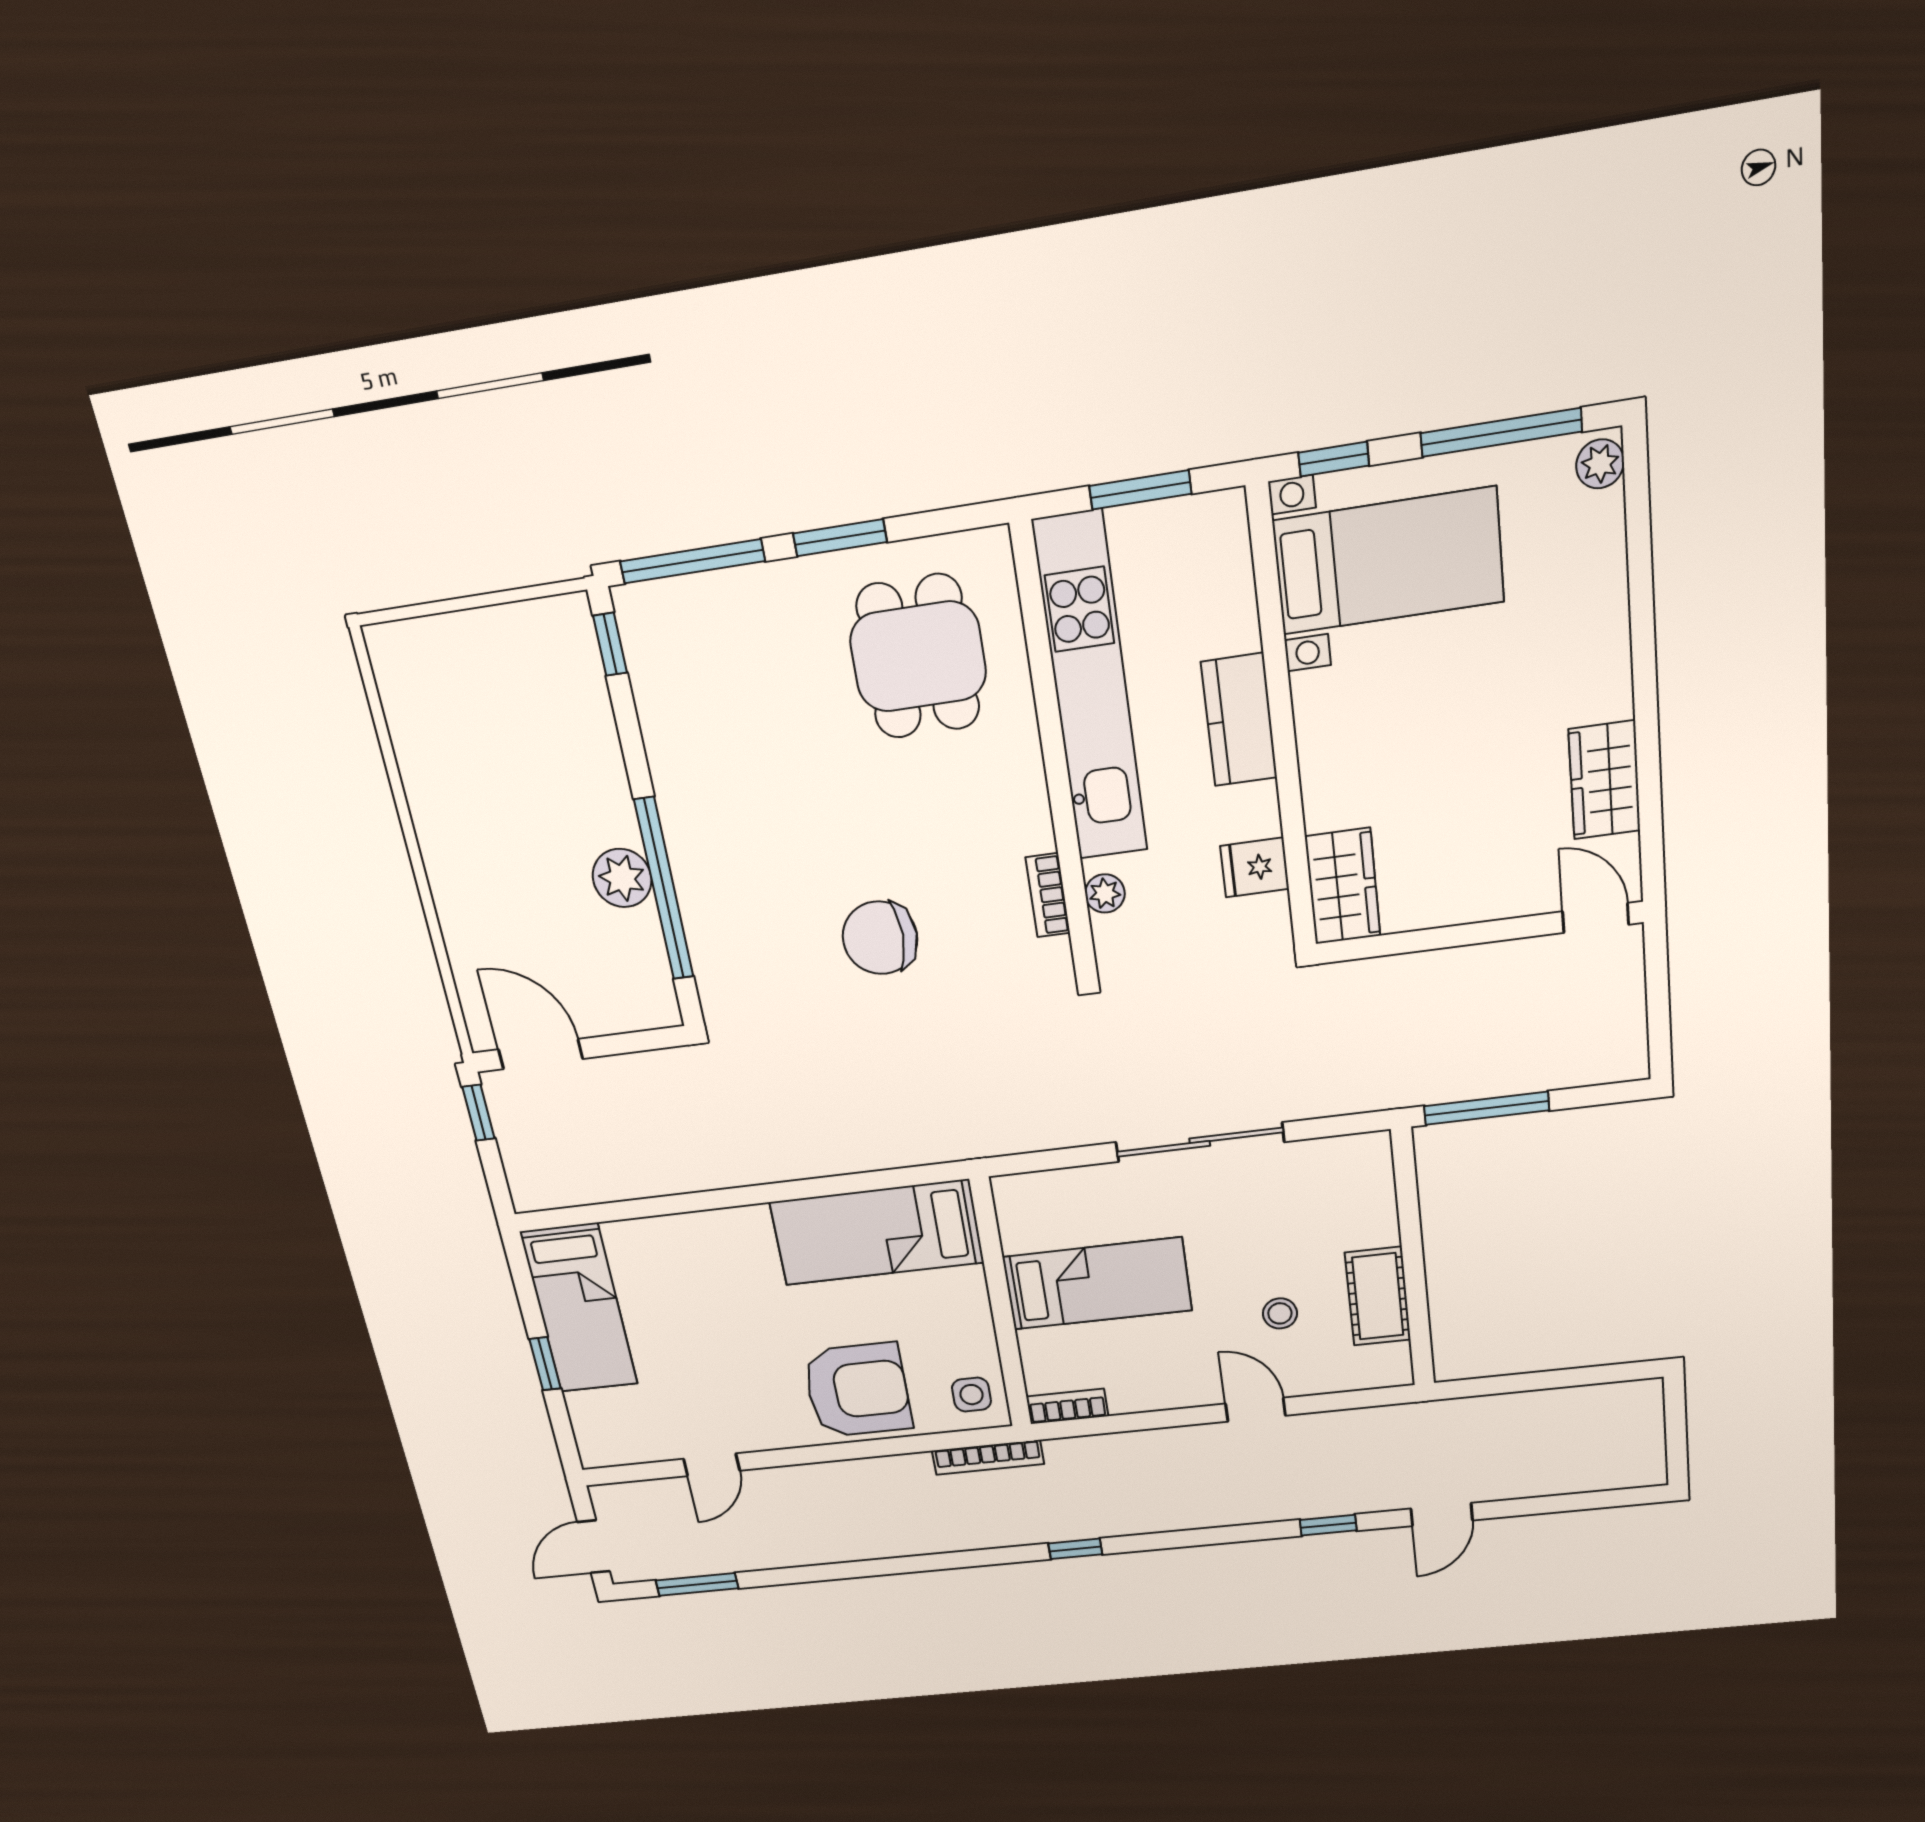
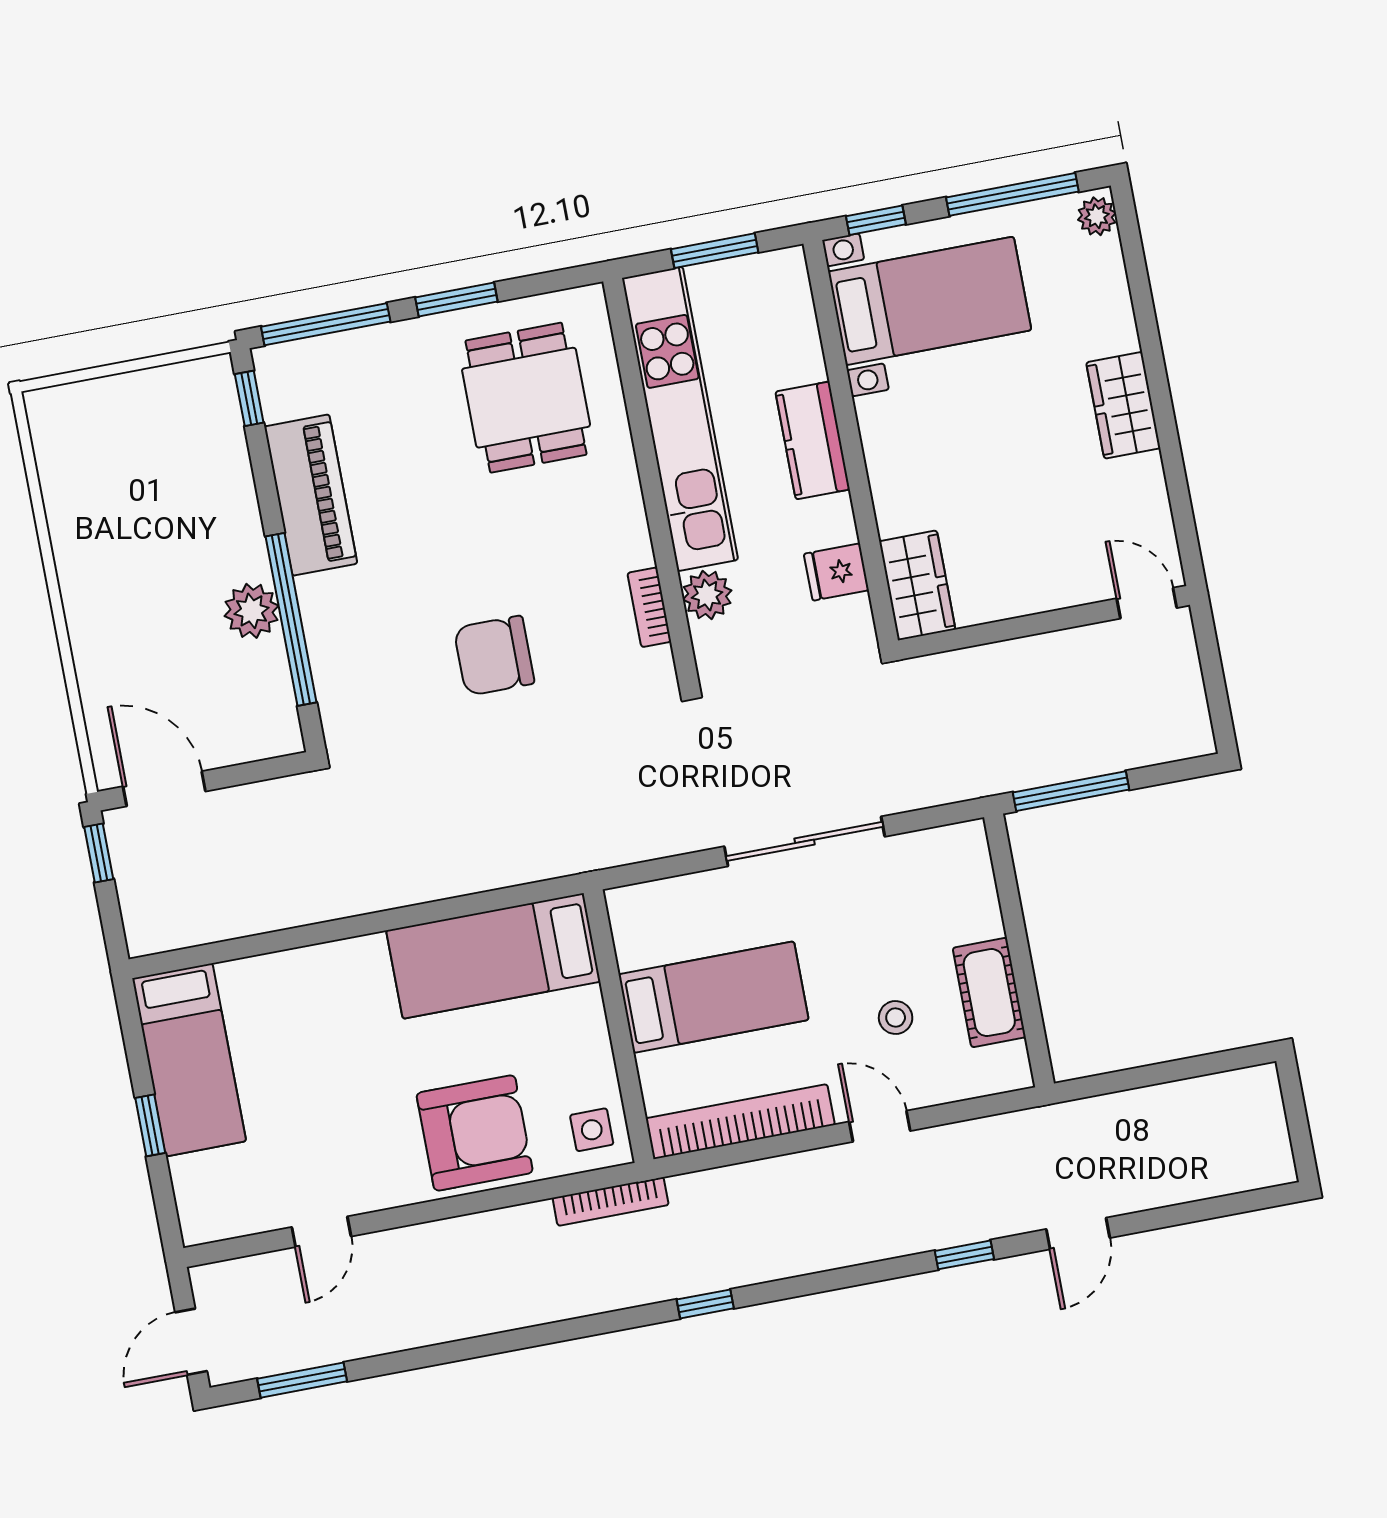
piano: (681, 756) -> (311, 495), added
wardrobe: (1604, 780) -> (1123, 405), moved
plant: (1105, 893) -> (707, 595), width x1.38, depth x1.38
bookcase: (1067, 1406) -> (740, 1122), width x2.31, depth x1.31

